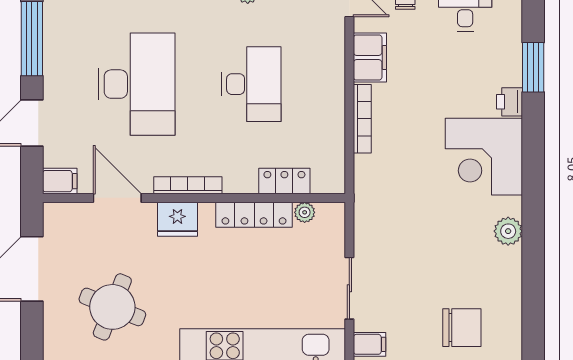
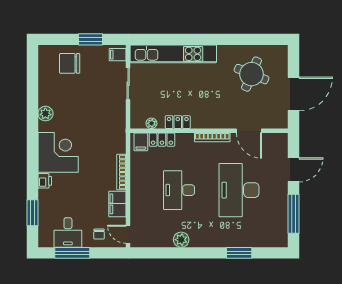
window: (533, 67) -> (32, 213), moved
filing cabinet: (60, 181) -> (141, 142), moved, turned -90
locker: (254, 215) -> (178, 122), width x0.66
fridge: (177, 219) -> (218, 120), removed

